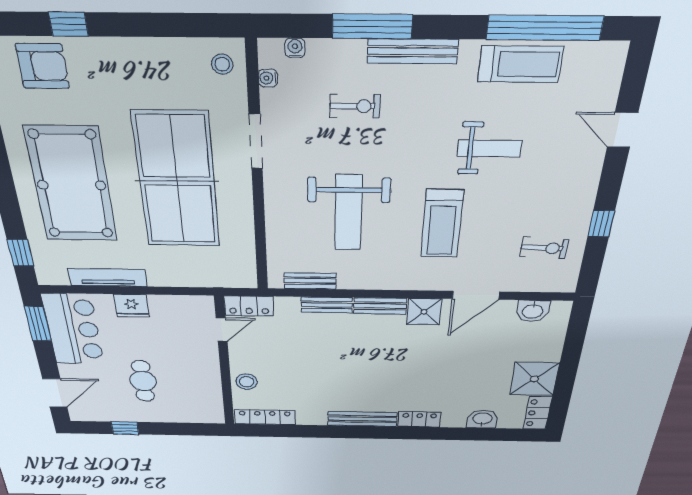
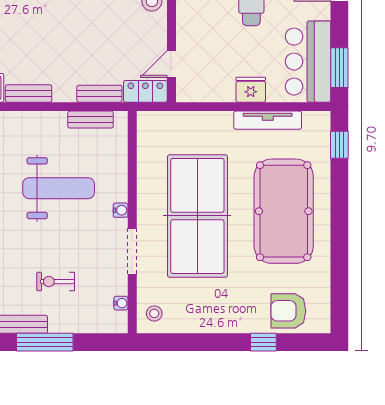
water cooler: (295, 48) -> (121, 210), moved, turned -90
weight bench: (348, 213) -> (59, 188), turned 90
bench: (327, 305) -> (99, 94), moved

